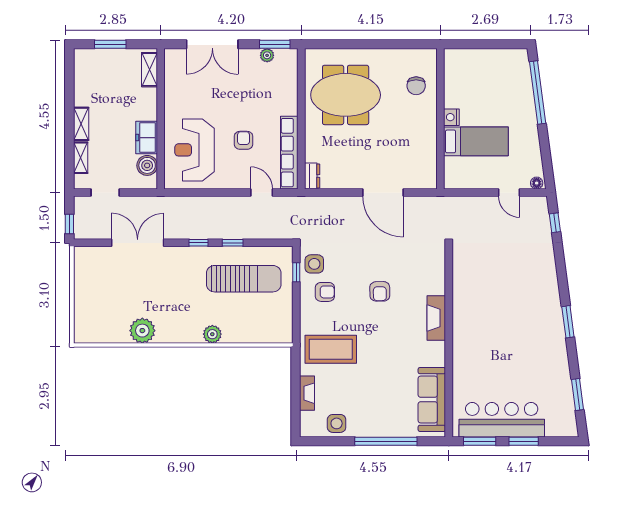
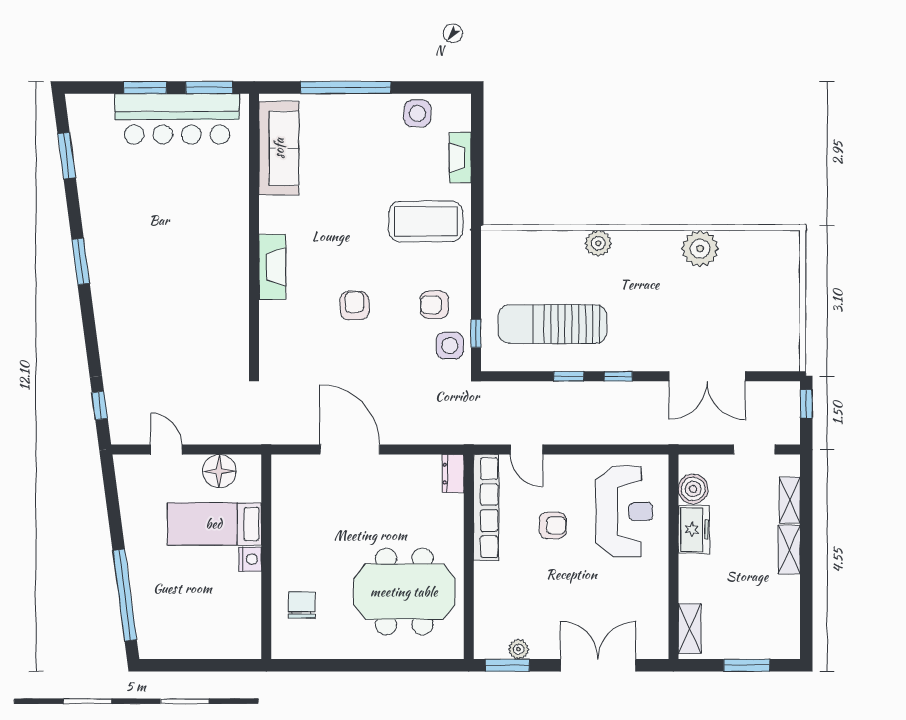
armchair: (244, 140) -> (553, 525), turned -90
floor lamp: (537, 183) -> (219, 471), moved, width x1.89, depth x1.89

